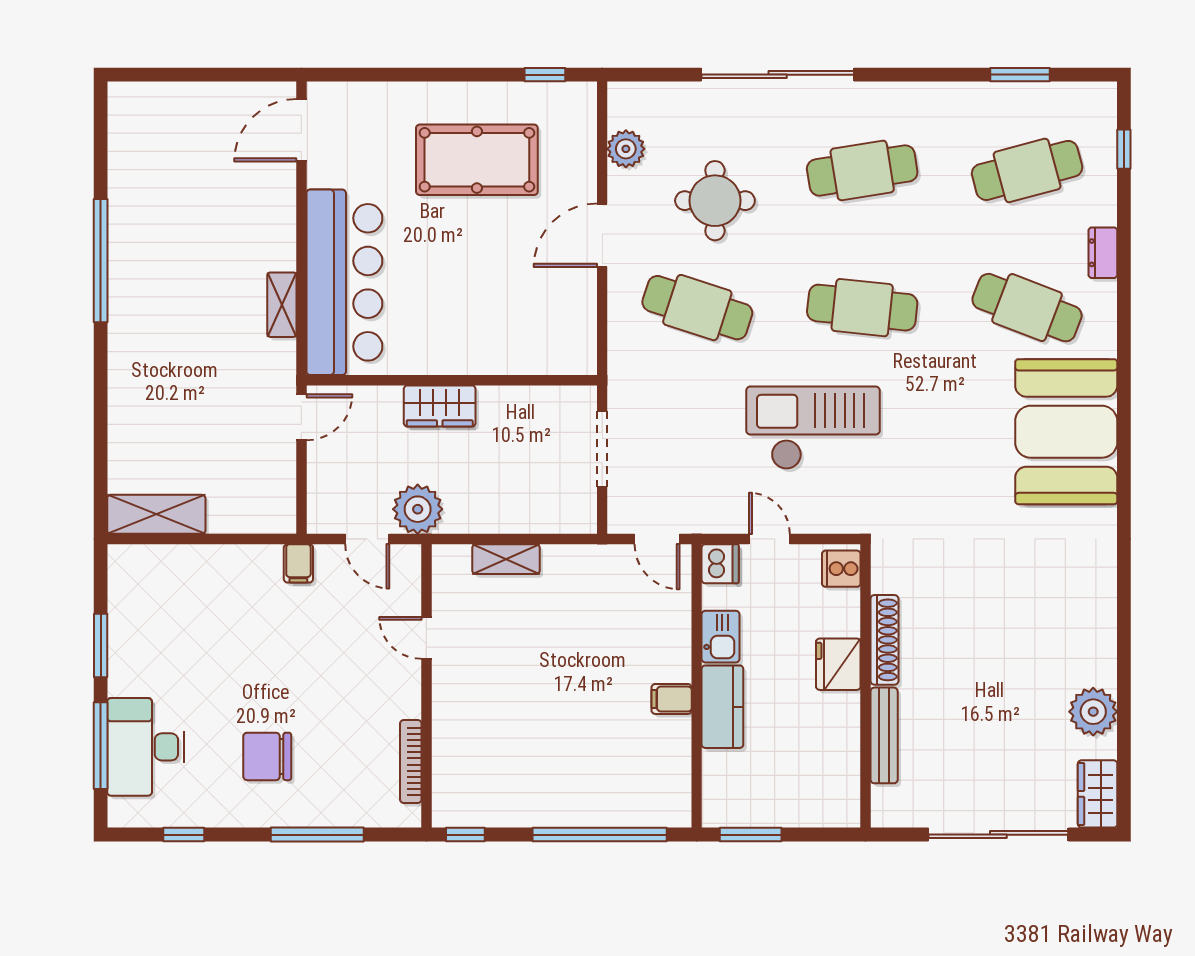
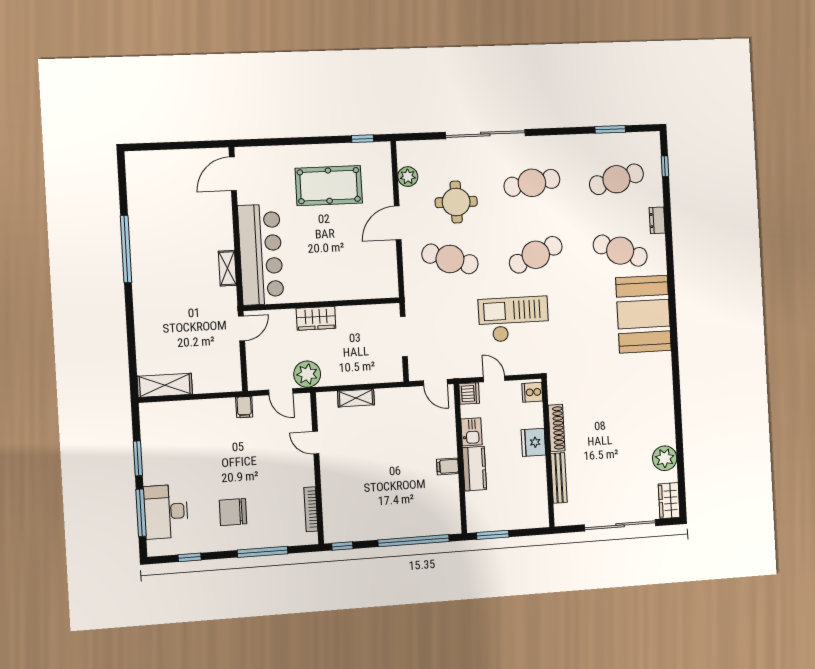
cafe table: (862, 308) -> (536, 255), turned -30

